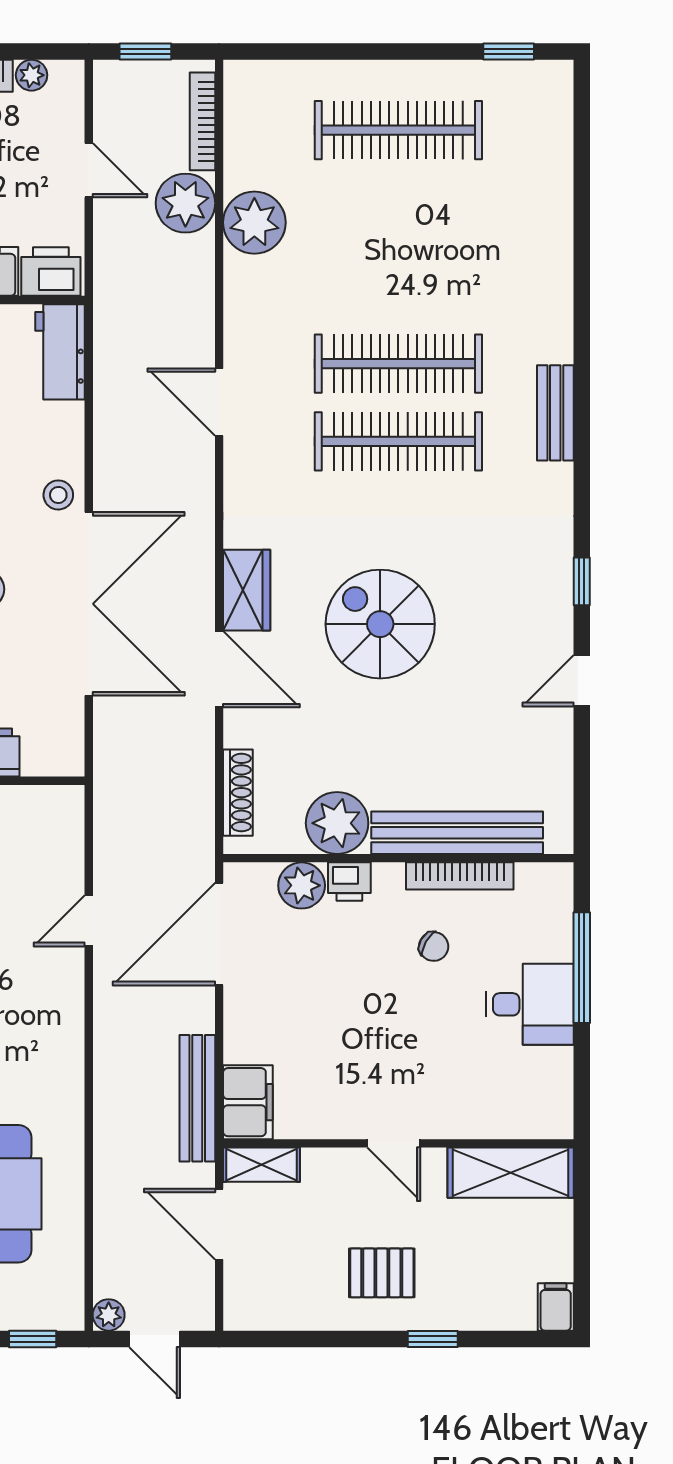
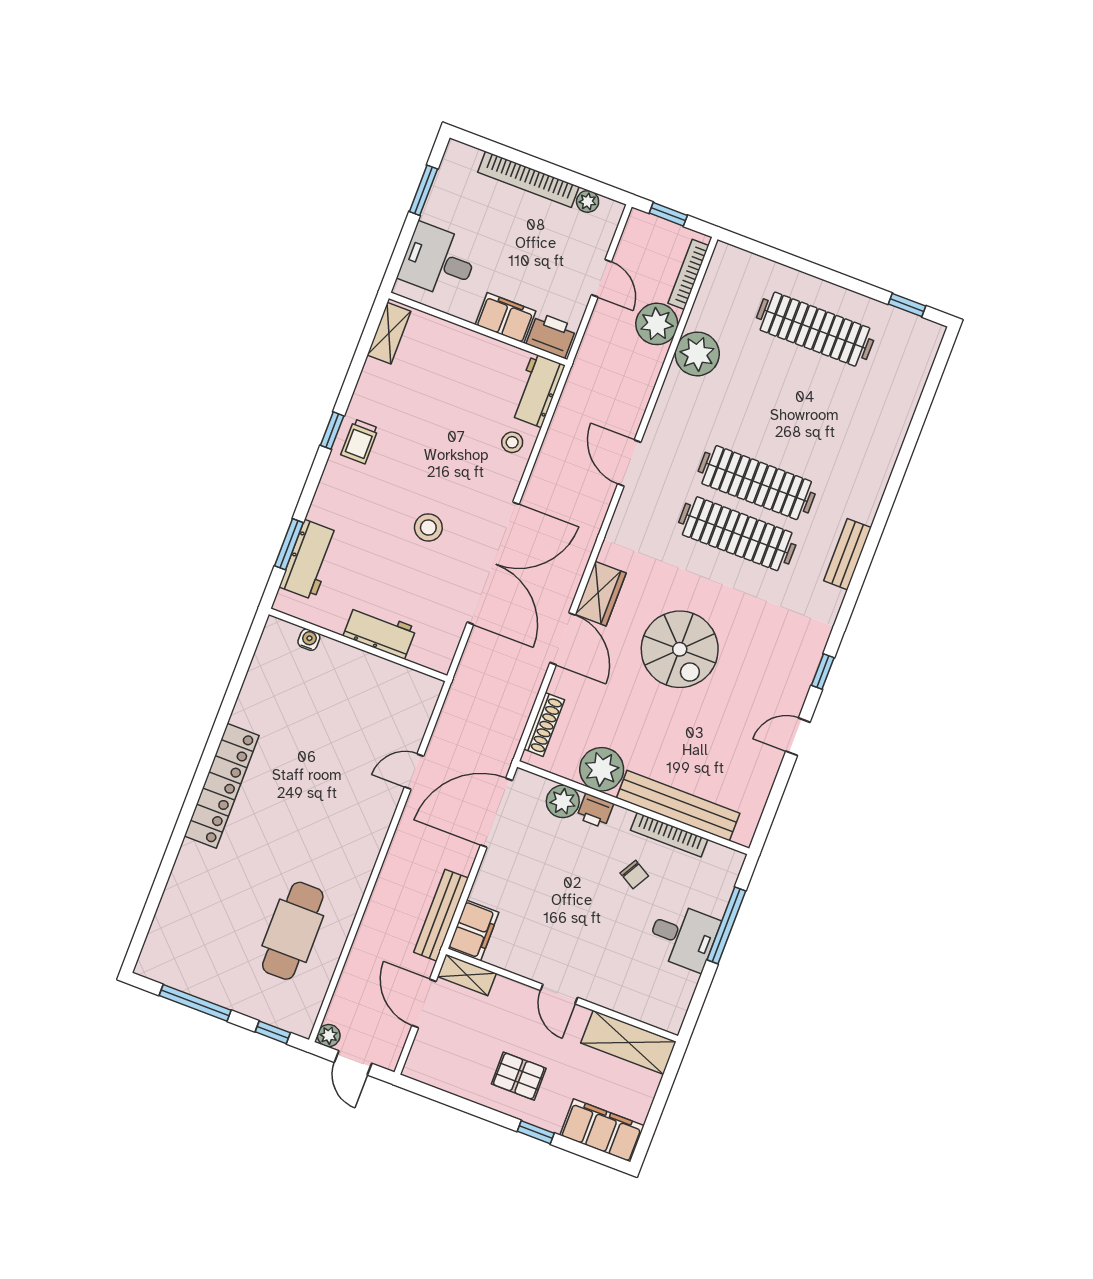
stool: (58, 495) -> (512, 442), moved
spiral stairs: (380, 624) -> (680, 649), turned 180
filing cabinet: (556, 1307) -> (602, 1130), width x3.00, depth x1.17

